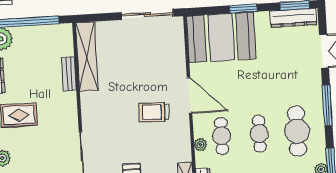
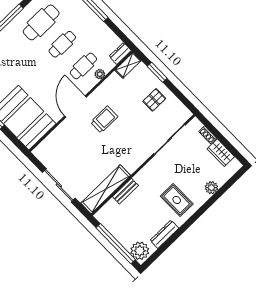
sliding door: (147, 14) -> (59, 185), moved
trolley: (154, 112) -> (104, 119), turned -92

